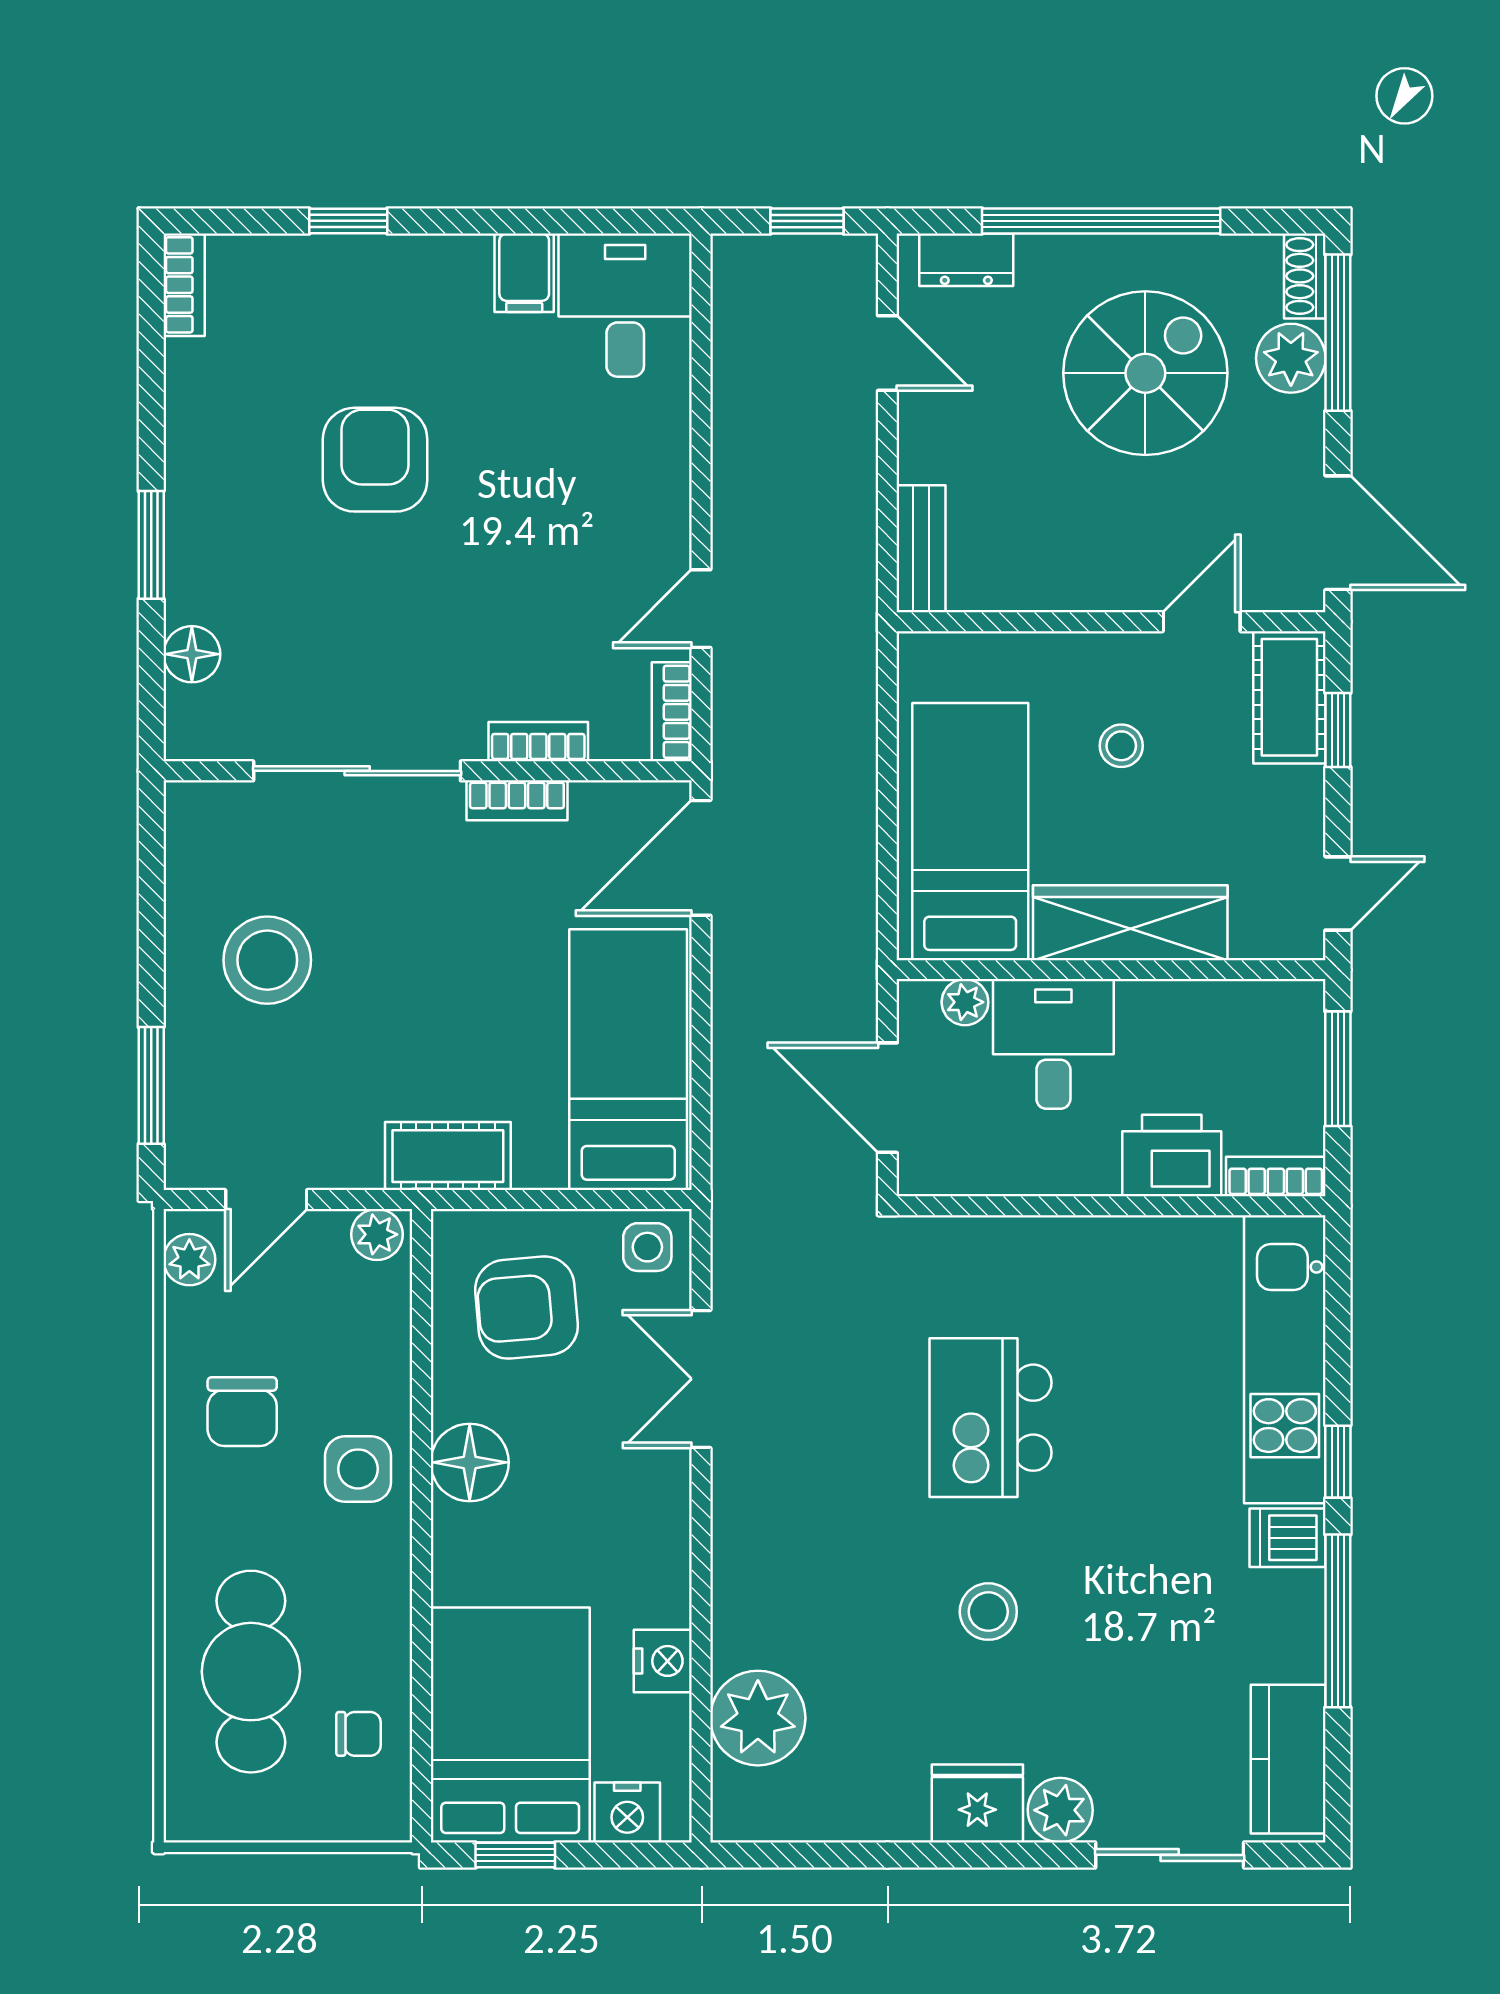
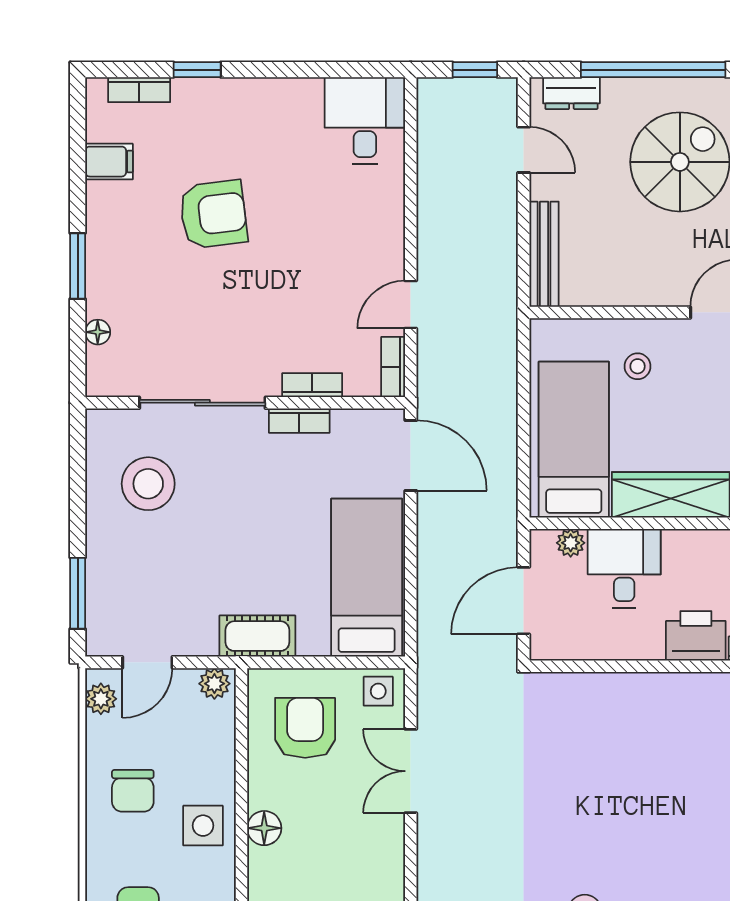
filing cabinet: (524, 273) -> (109, 162), moved, turned -90
bookcase: (184, 285) -> (139, 90), moved, turned 90
armchair: (375, 460) -> (213, 214), turned 83
bench: (921, 549) -> (544, 254), width x1.36
floor lamp: (192, 654) -> (98, 332), width x0.73, depth x0.73
stool: (1121, 746) -> (638, 366), moved
door: (701, 858) -> (411, 455), swing flipped
stool: (267, 960) -> (148, 484), moved
door: (887, 1098) -> (524, 601), hinge flipped
armchair: (527, 1308) -> (305, 728), turned 95
kitchen island: (991, 1418) -> (586, 795), removed
floor lamp: (470, 1462) -> (264, 828), width x0.73, depth x0.73

